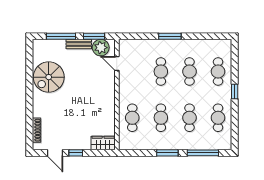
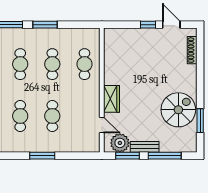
window: (29, 67) -> (200, 121), added
wardrobe: (103, 143) -> (112, 99), moved, turned -90

